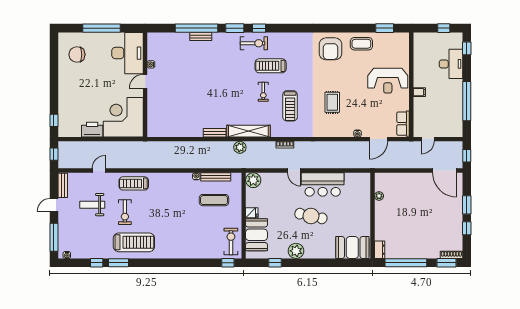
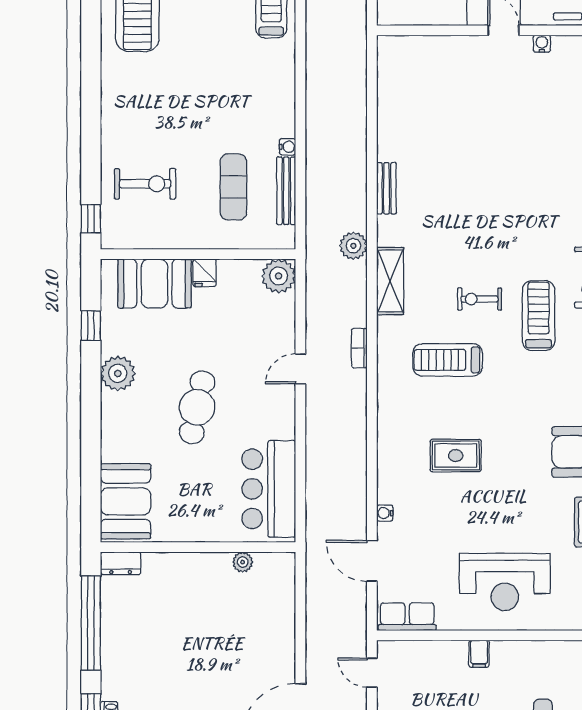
reception desk: (388, 81) -> (505, 582), turned -90
shelving: (248, 131) -> (390, 281), width x0.68
bar counter: (323, 184) -> (269, 489), moved
exercise bike: (231, 242) -> (145, 184), moved

